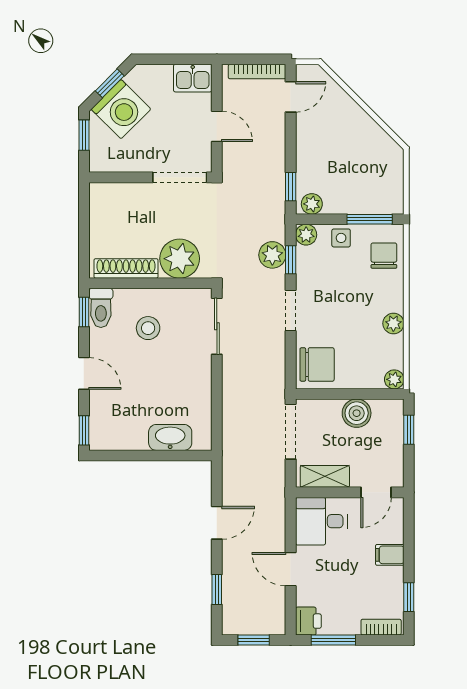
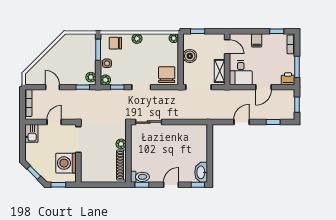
door: (291, 97) -> (52, 87), moved
washing machine: (121, 109) -> (66, 163), moved, turned -135
plant: (272, 255) -> (115, 96), removed
plant: (180, 259) -> (121, 144), width x0.53, depth x0.53
plant: (393, 323) -> (137, 39), moved
stool: (148, 328) -> (150, 154), removed
washbasin: (170, 437) -> (201, 172), moved
door: (217, 523) -> (242, 122), hinge flipped

